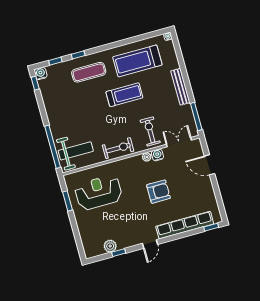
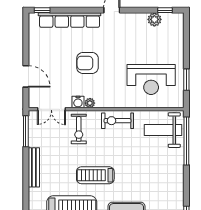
window: (119, 253) -> (165, 10), moved

